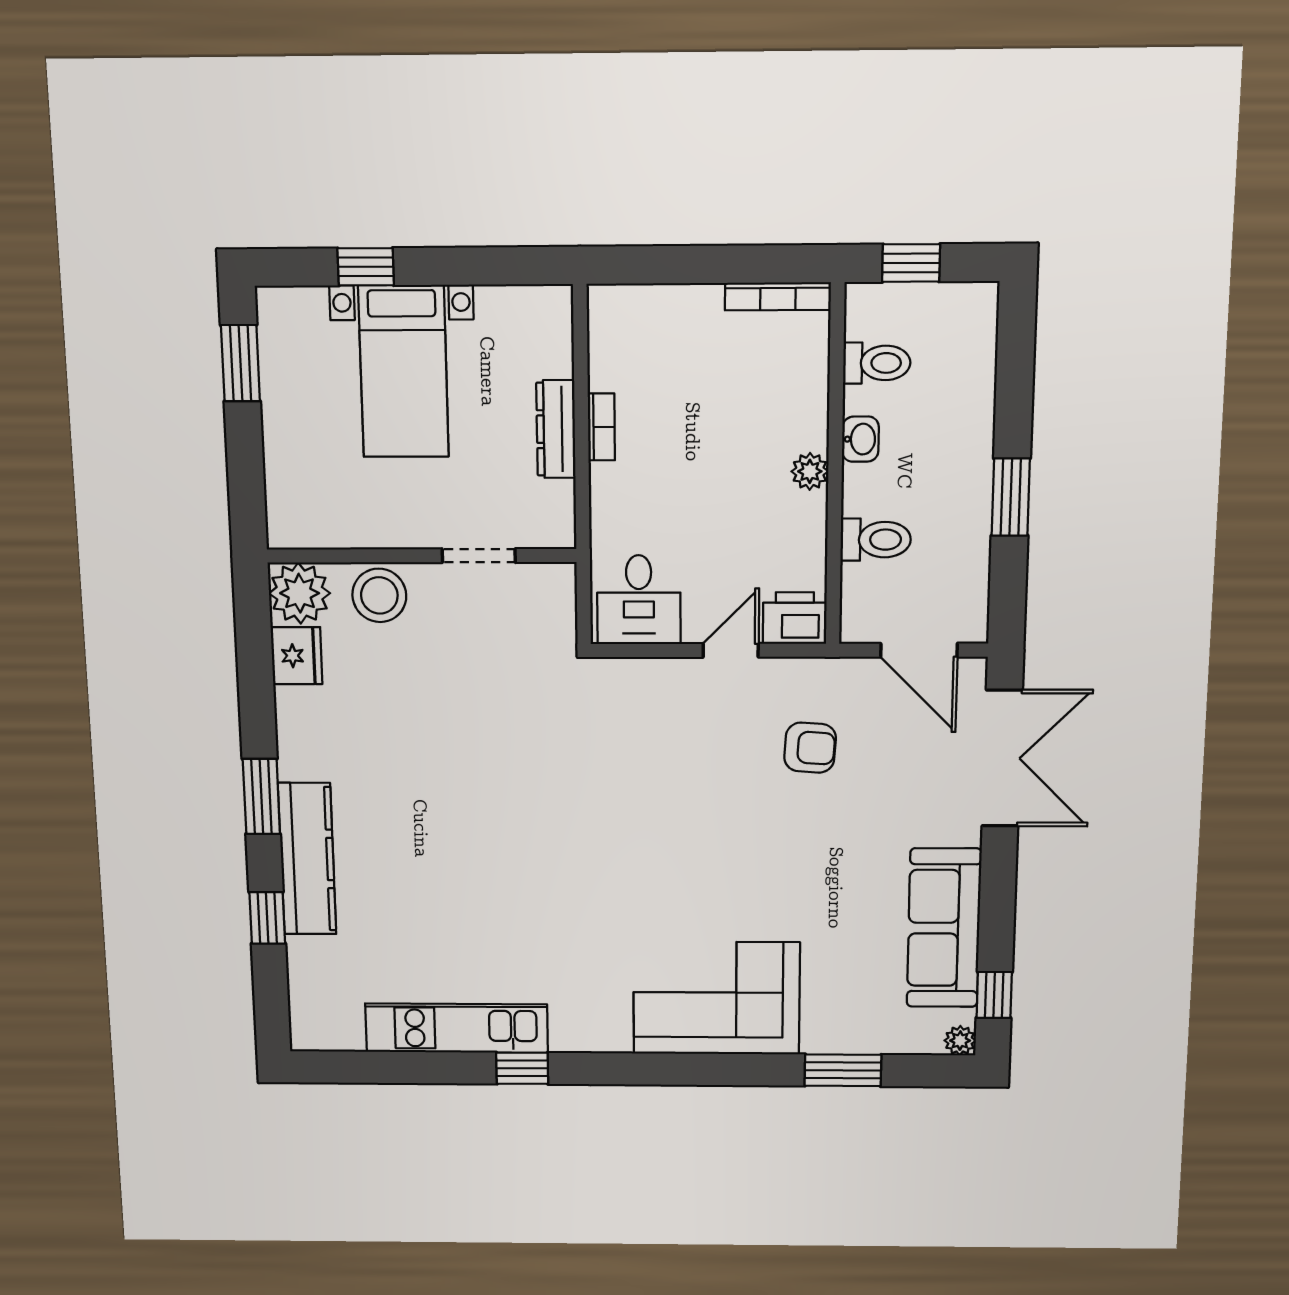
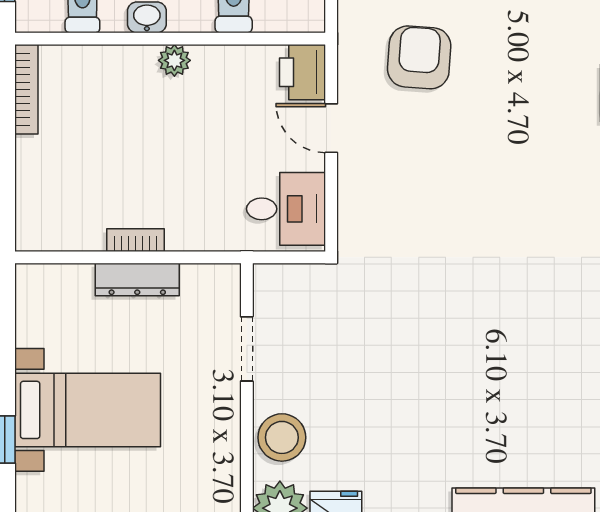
armchair: (810, 748) -> (419, 57), width x1.38, depth x1.38

